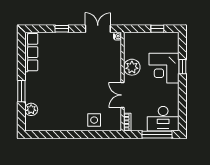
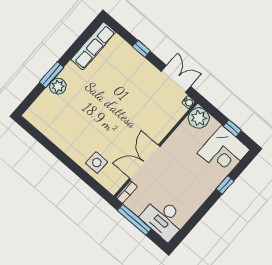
plant: (132, 67) -> (199, 118), moved
corner desk: (164, 68) -> (224, 151), moved, turned -90
double door: (123, 95) -> (145, 162), width x1.37
plant: (31, 109) -> (58, 86), moved
window: (157, 135) -> (134, 220), moved

